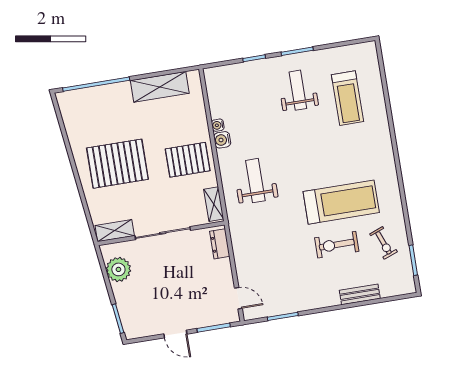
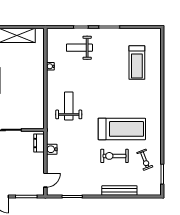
weight bench: (298, 90) -> (79, 48), moved, turned -90
water cooler: (222, 140) -> (52, 149), moved
pallet: (188, 160) -> (27, 85), removed
shelving: (214, 204) -> (39, 117), removed
bench: (360, 294) -> (119, 190), width x1.36
door: (238, 298) -> (45, 180), hinge flipped

